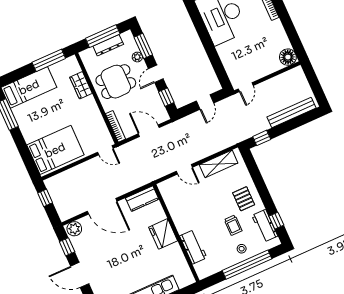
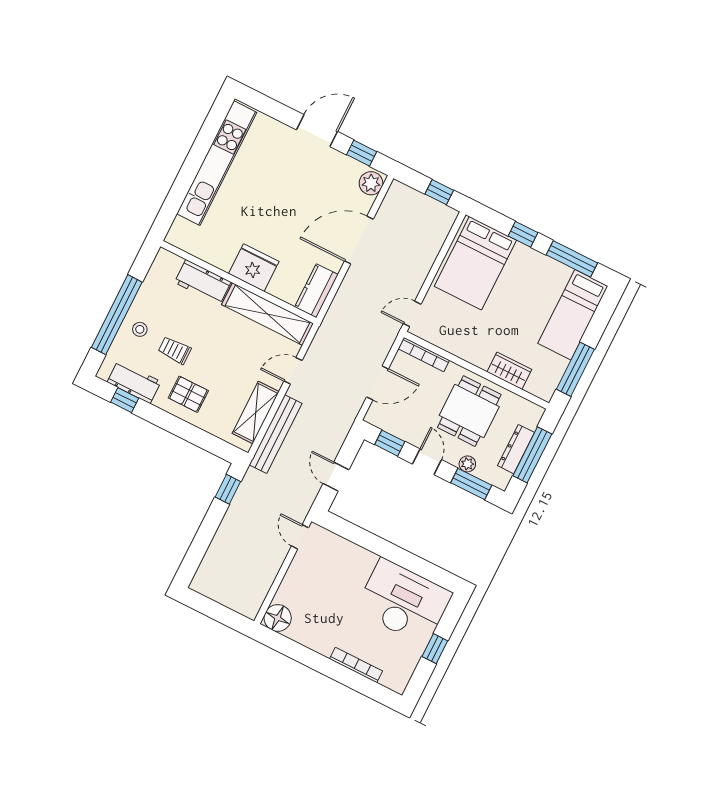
bench: (291, 113) -> (276, 434), moved
window: (21, 145) -> (523, 234), added
shelving: (175, 206) -> (268, 314), added

